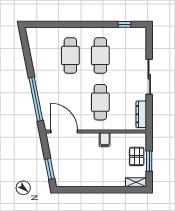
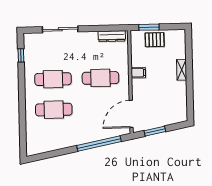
sliding door: (149, 77) -> (60, 29), moved
window: (149, 161) -> (149, 27), moved
window: (50, 169) -> (155, 131), moved
shelving: (136, 182) -> (182, 70), moved

